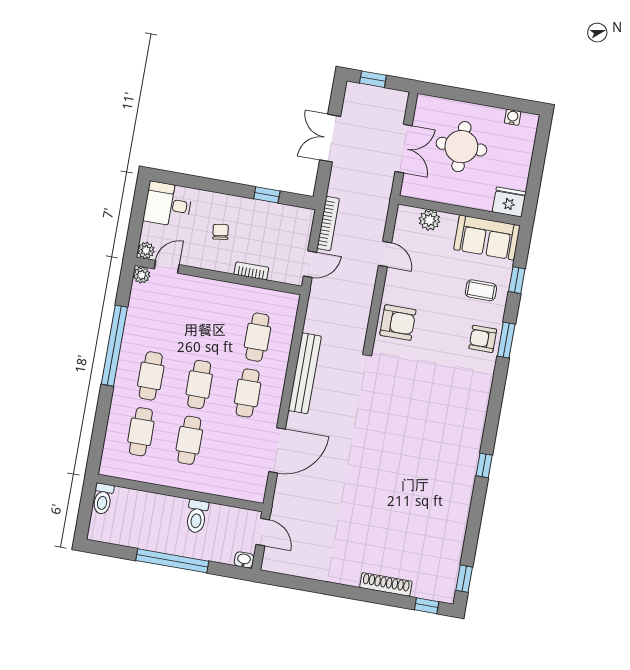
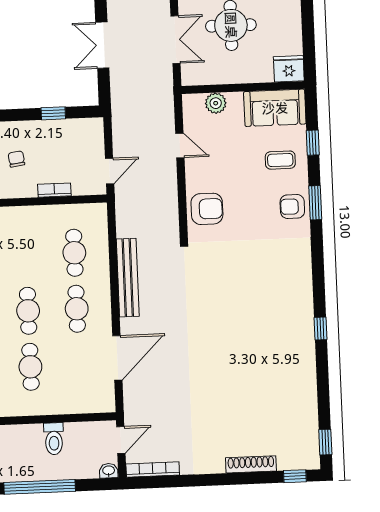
bookcase: (328, 224) -> (153, 469), moved, turned -90
door: (263, 532) -> (121, 440), hinge flipped

